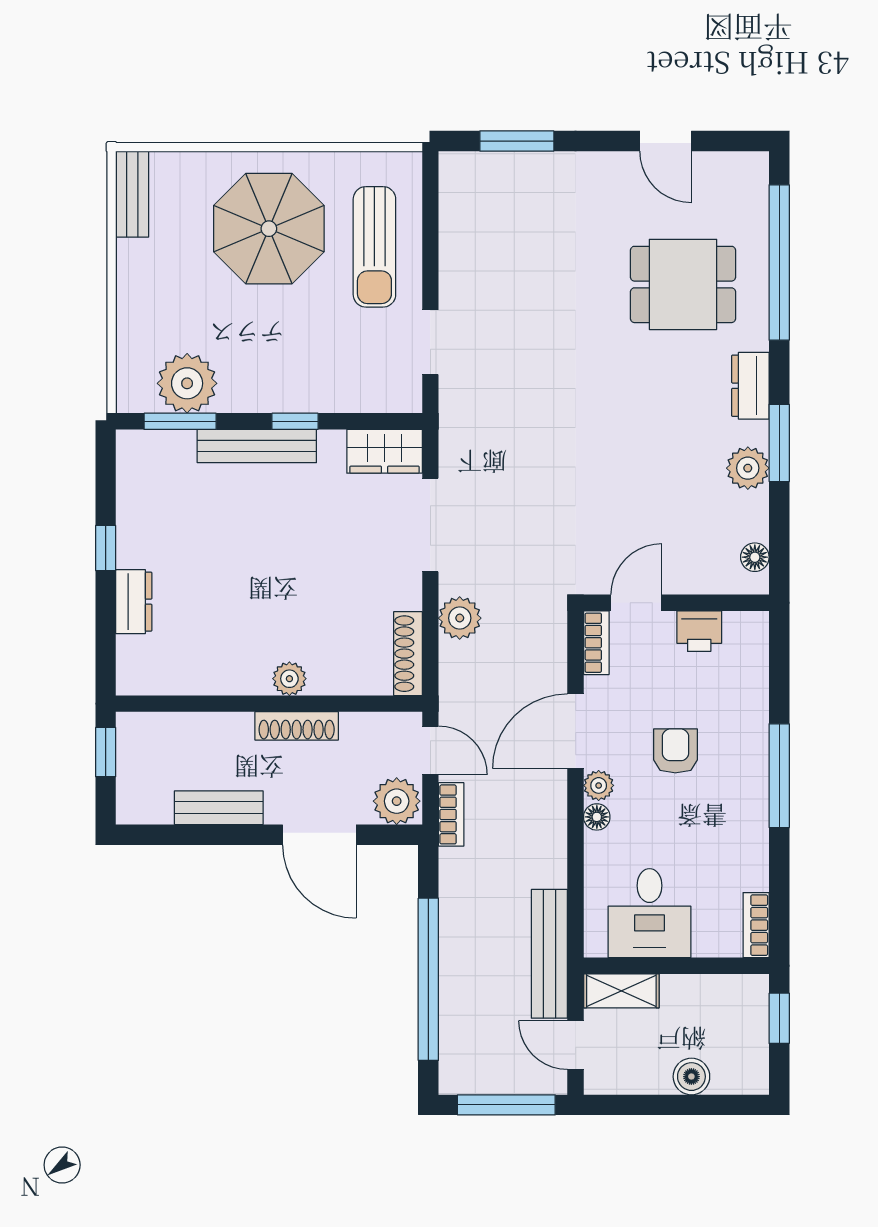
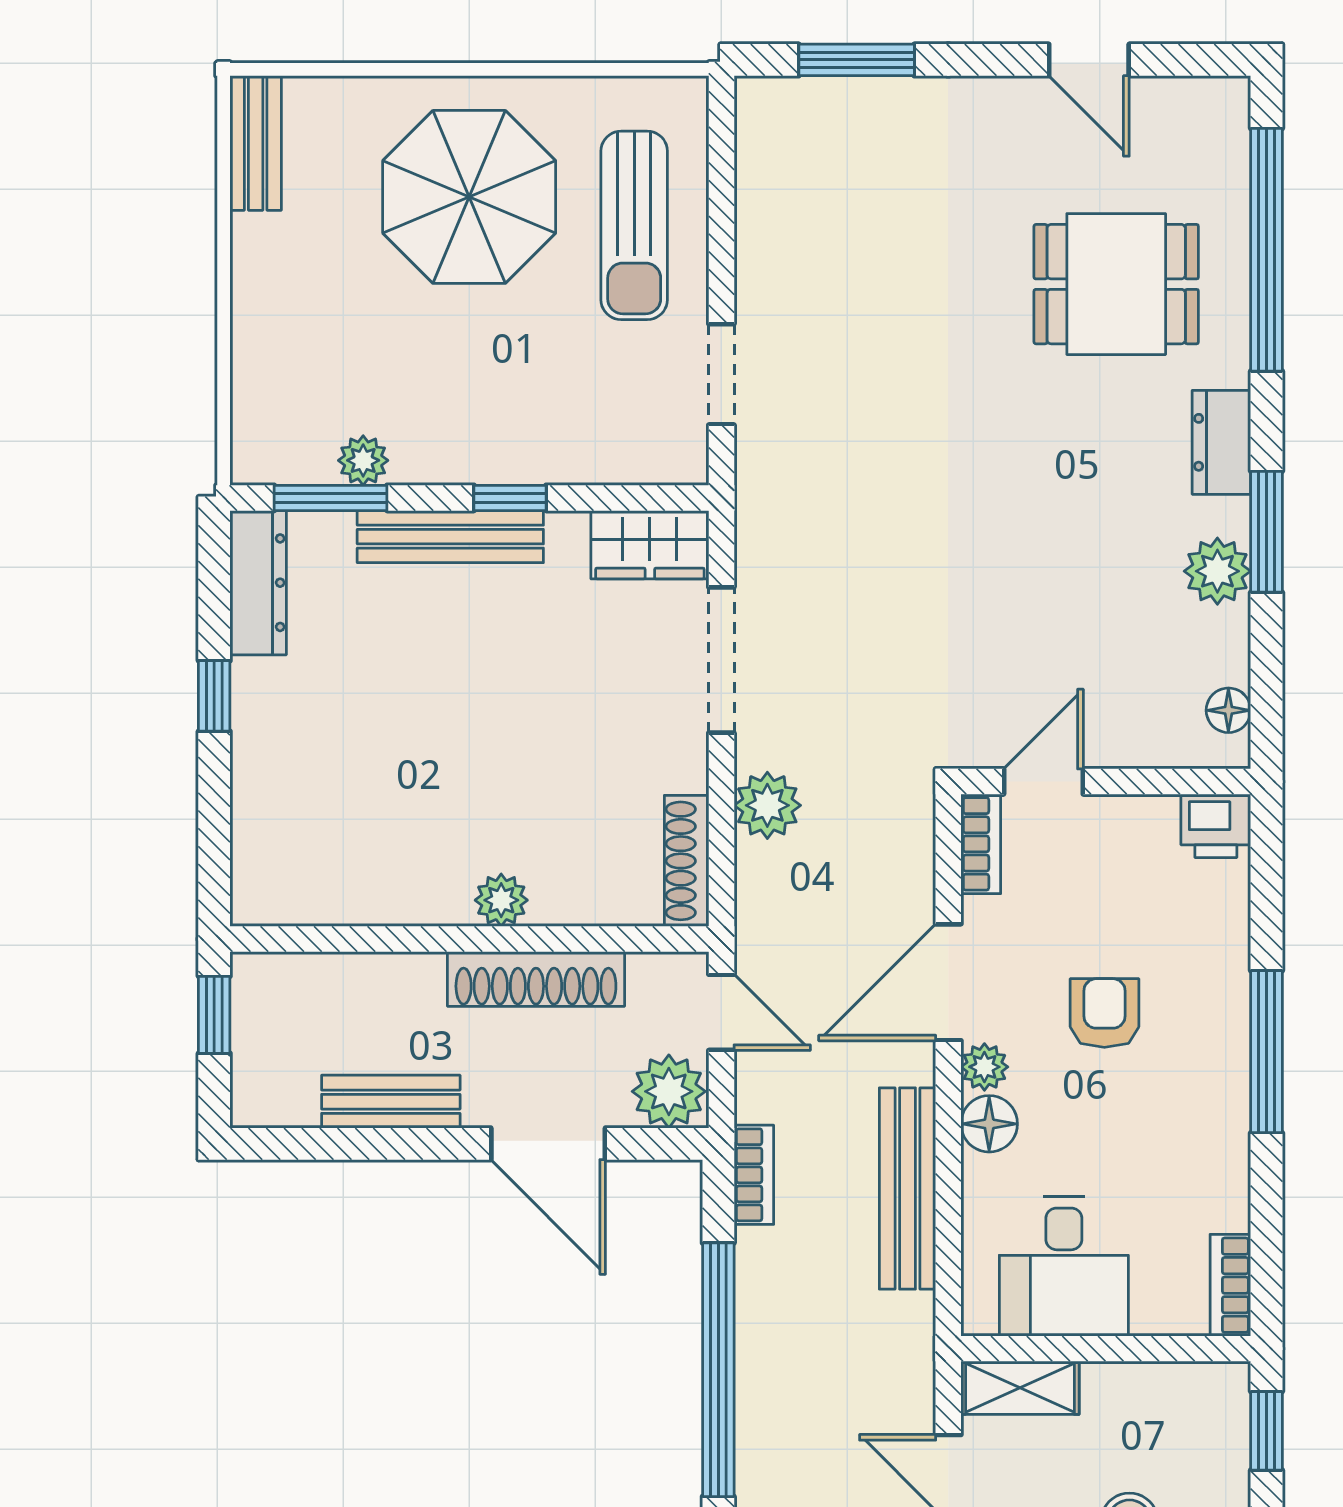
plant: (187, 383) -> (363, 460), width x0.53, depth x0.53
dresser: (134, 602) -> (258, 583), moved, width x1.44
printer: (699, 631) -> (1216, 826), moved
shoe rack: (297, 726) -> (536, 979), width x1.36, depth x1.24
bookcase: (451, 814) -> (754, 1175), moved
floor lamp: (597, 817) -> (989, 1124), width x1.37, depth x1.37
bench: (549, 954) -> (907, 1189), moved

